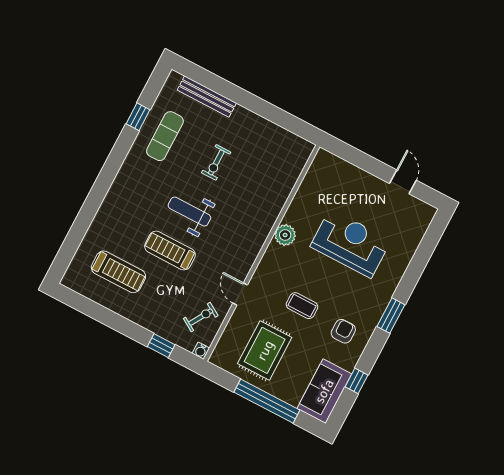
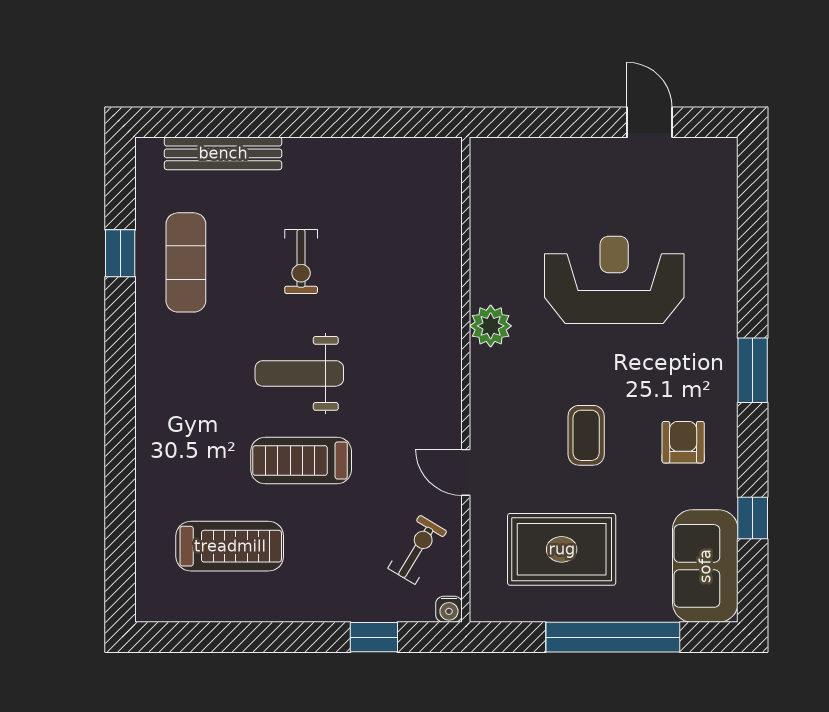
coffee table: (302, 306) -> (586, 435), turned 90
rug: (265, 350) -> (562, 549), turned 90

